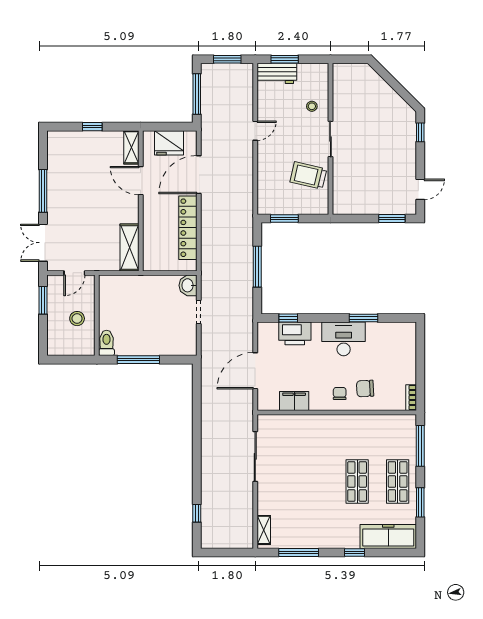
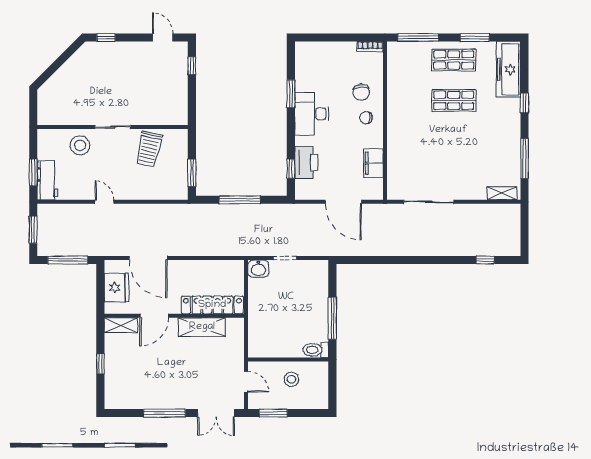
stool: (312, 106) -> (80, 145), width x1.89, depth x1.89
window: (392, 219) -> (192, 66), width x0.67
locker: (188, 228) -> (212, 305), moved, turned 180
shelving: (129, 247) -> (202, 327), moved

